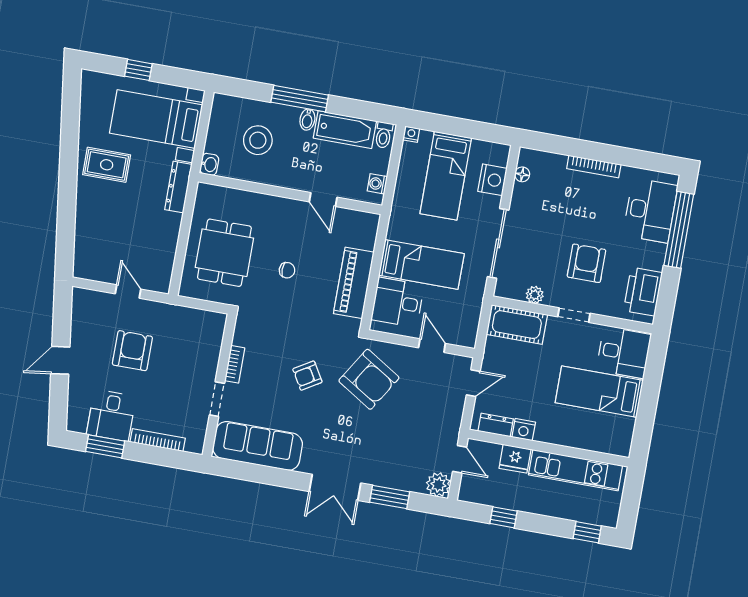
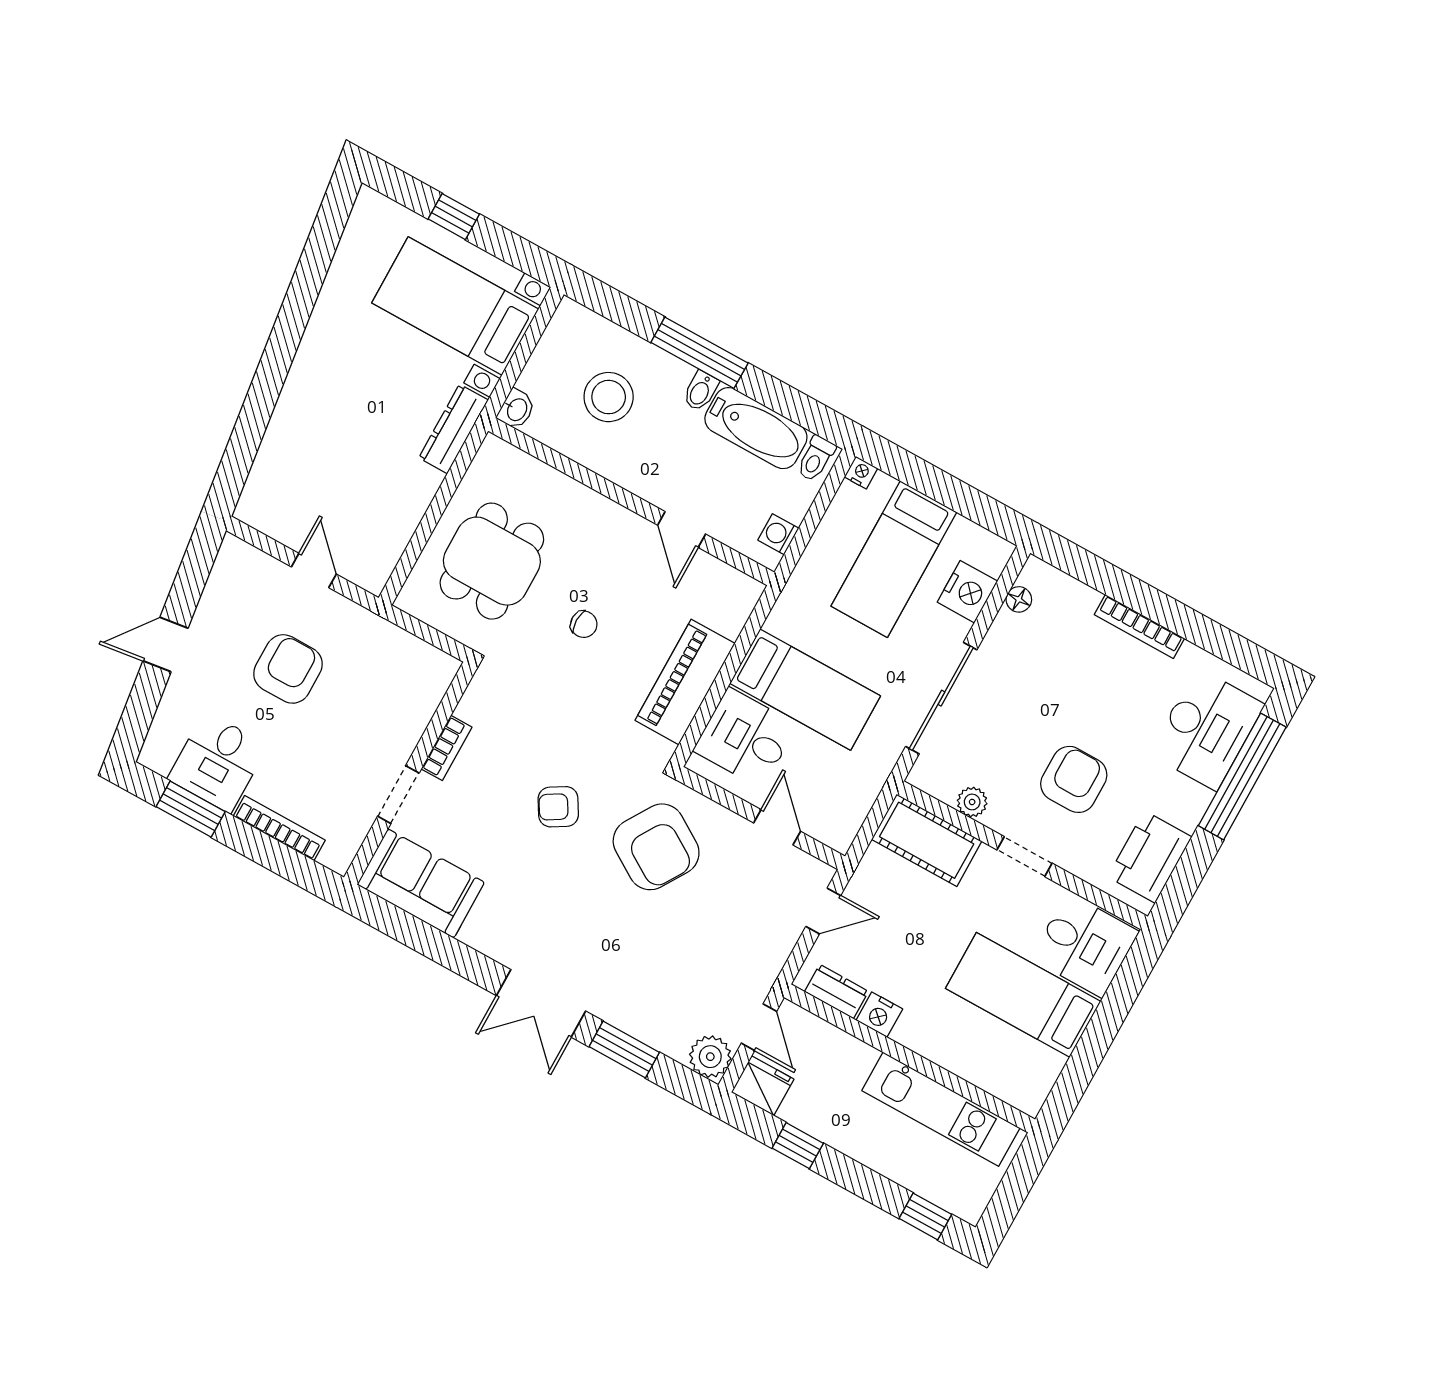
rug: (107, 165) -> (349, 353), removed
sofa: (258, 446) -> (421, 883), width x0.73
fridge: (515, 459) -> (763, 1086), moved, turned 180

